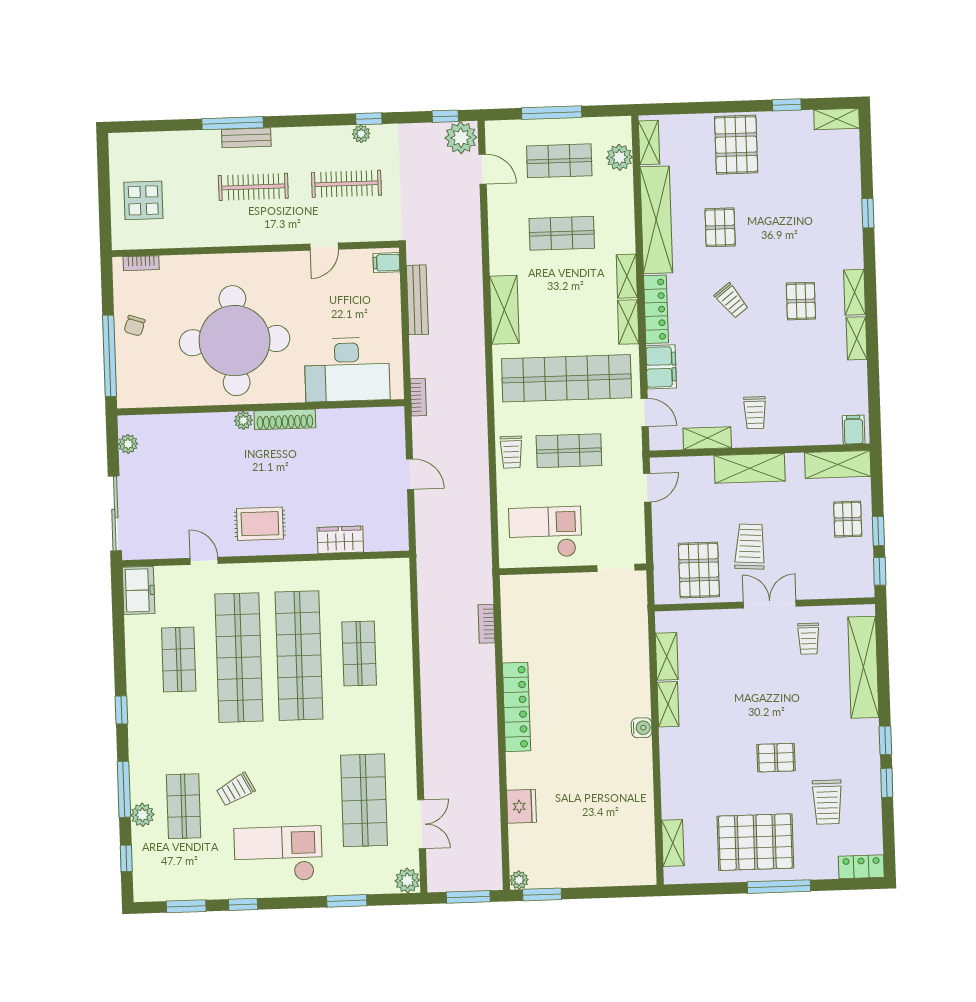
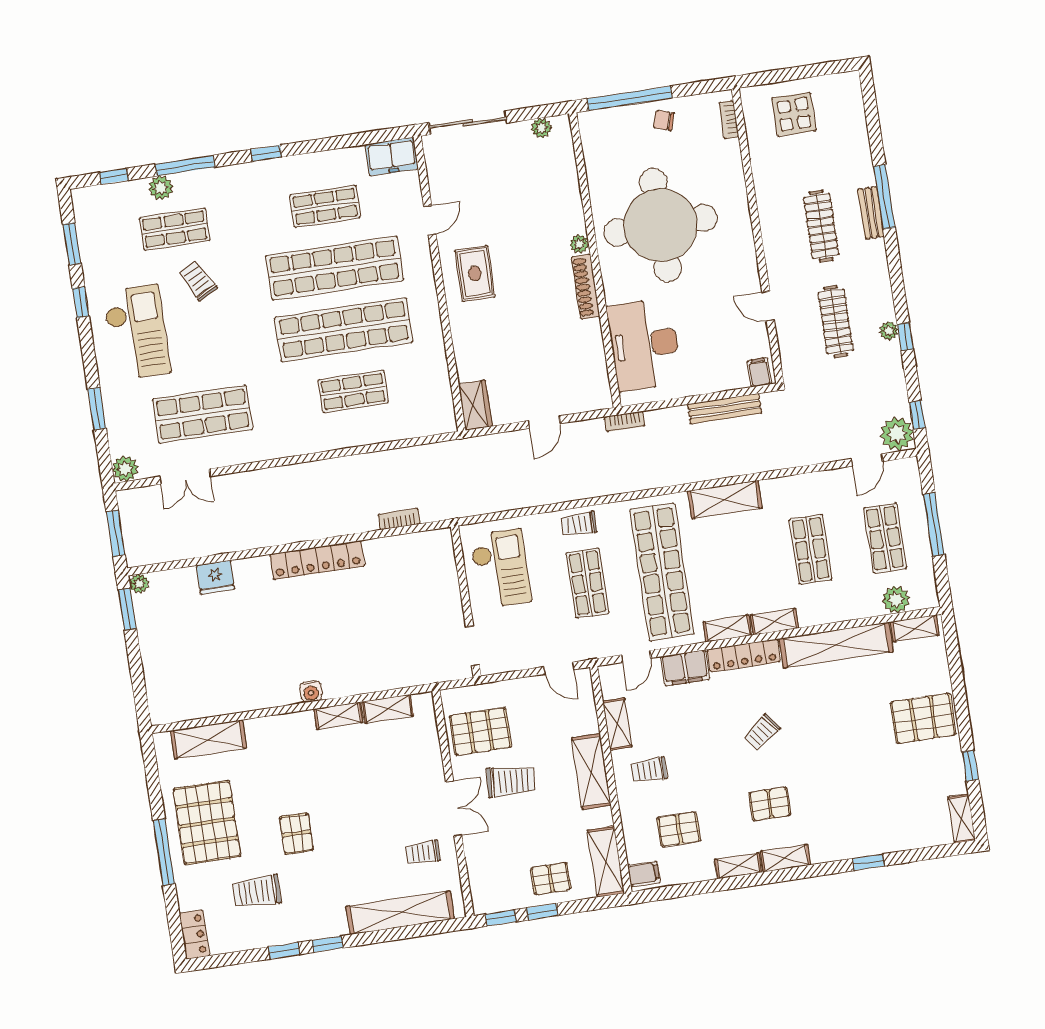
pallet: (720, 227) -> (679, 829), moved
wardrobe: (340, 540) -> (475, 405), moved
shelving: (673, 843) -> (208, 739), width x1.50, depth x1.33

